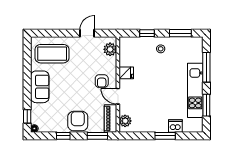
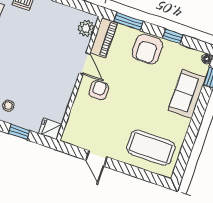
door: (87, 33) -> (96, 158), hinge flipped
plant: (110, 49) -> (74, 127), removed
fridge: (126, 73) -> (50, 129), moved
sofa: (40, 87) -> (187, 94), moved

